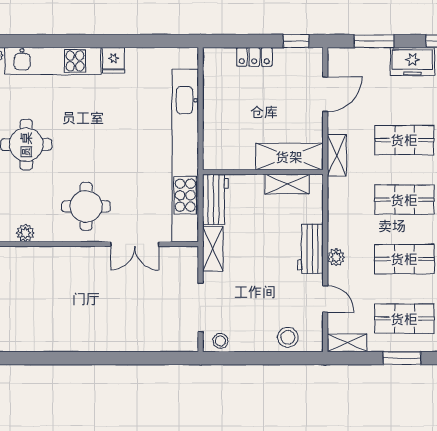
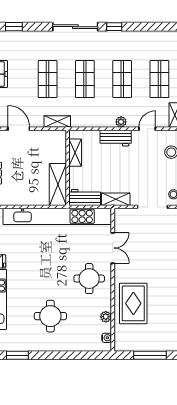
shelving: (289, 157) -> (58, 184), moved
rug: (46, 277) -> (133, 303), added

